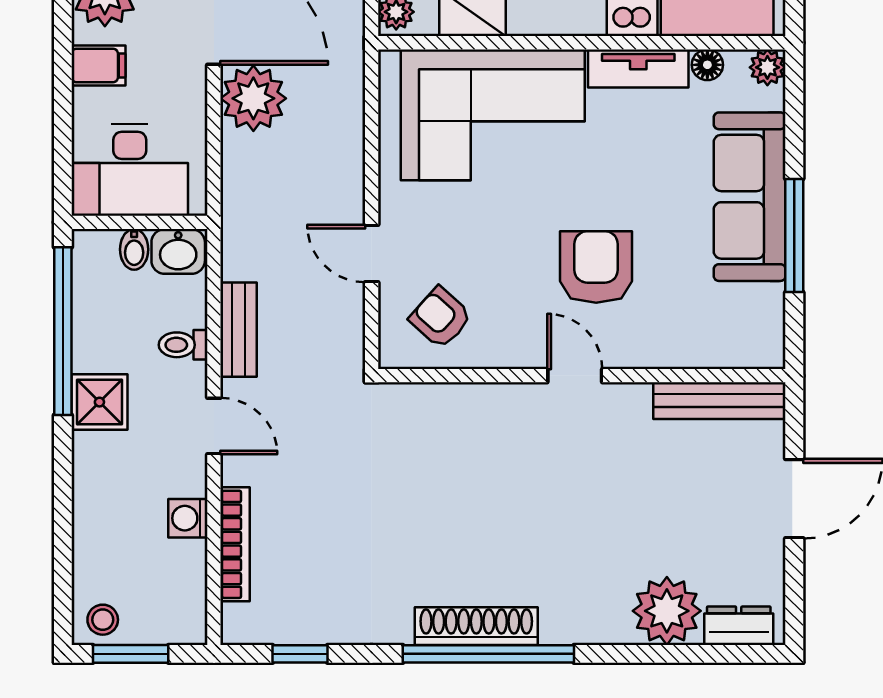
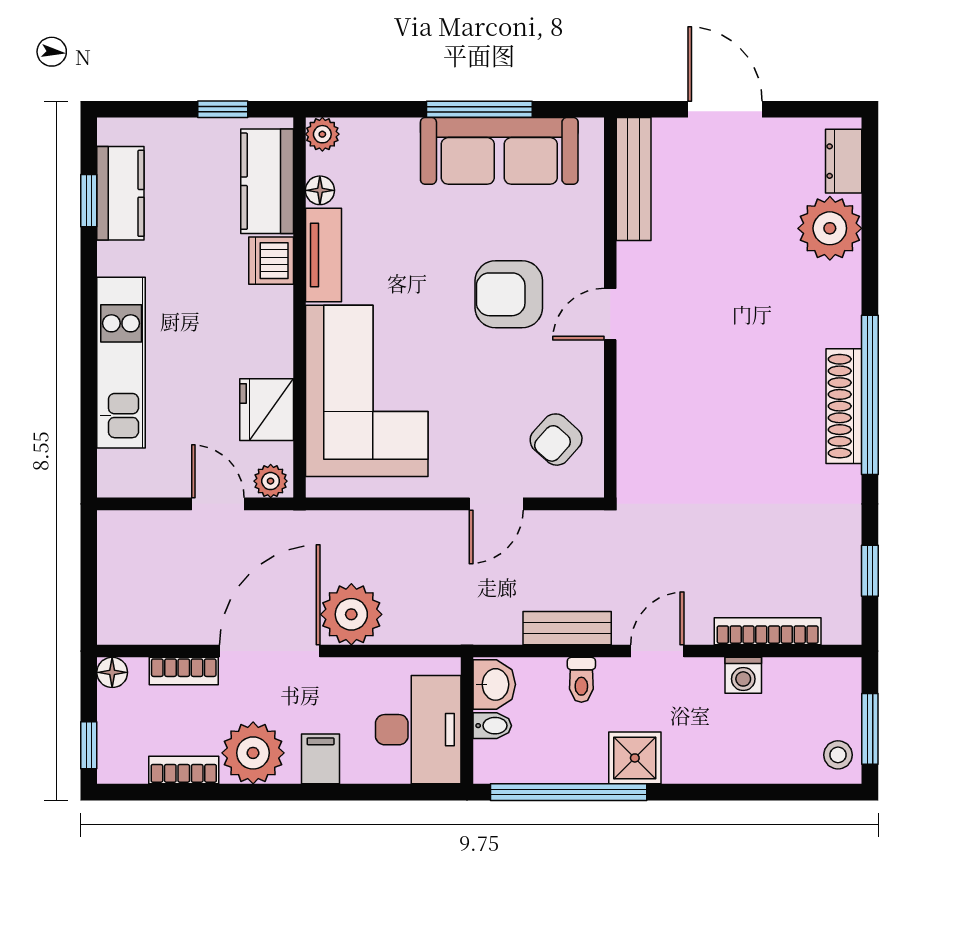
sofa: (750, 197) -> (499, 151), moved

